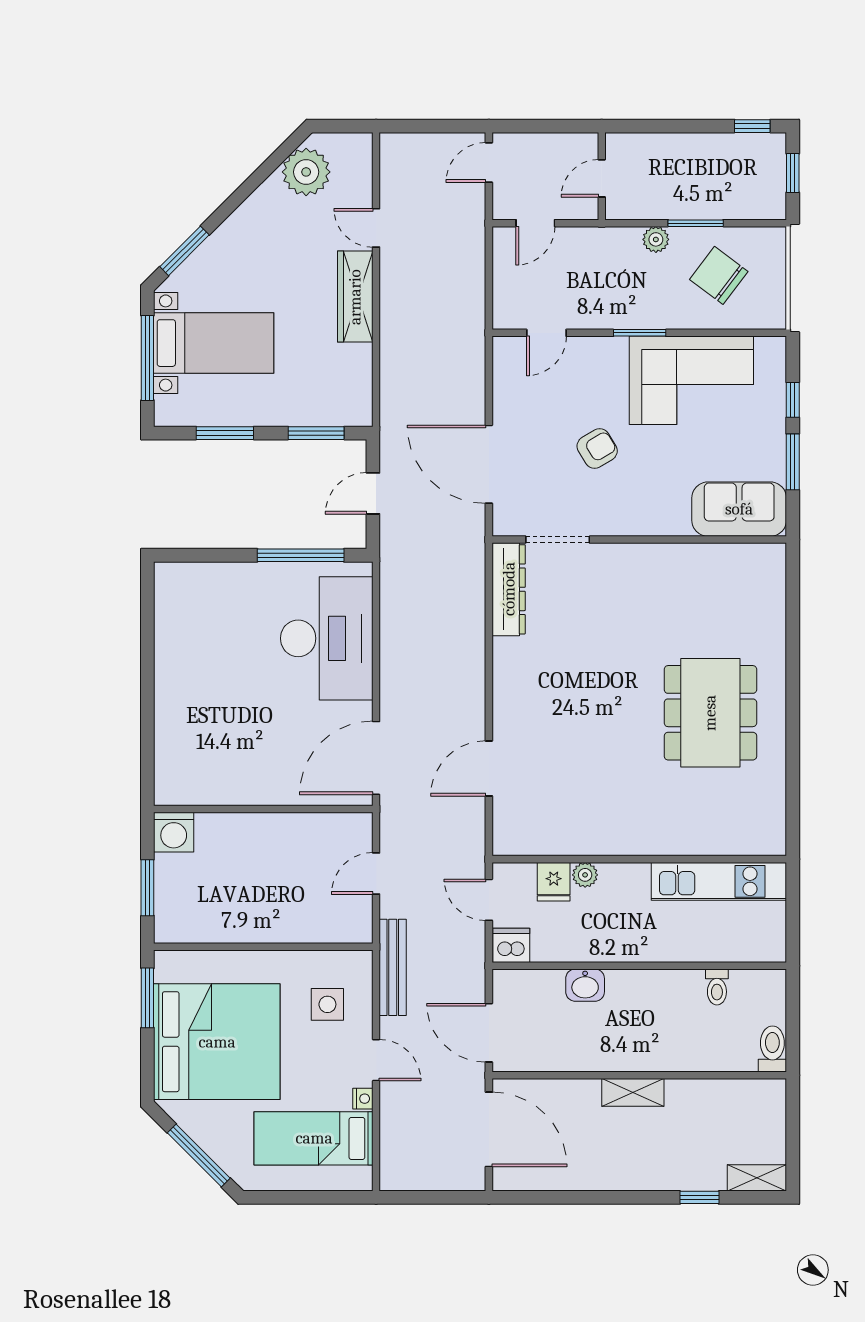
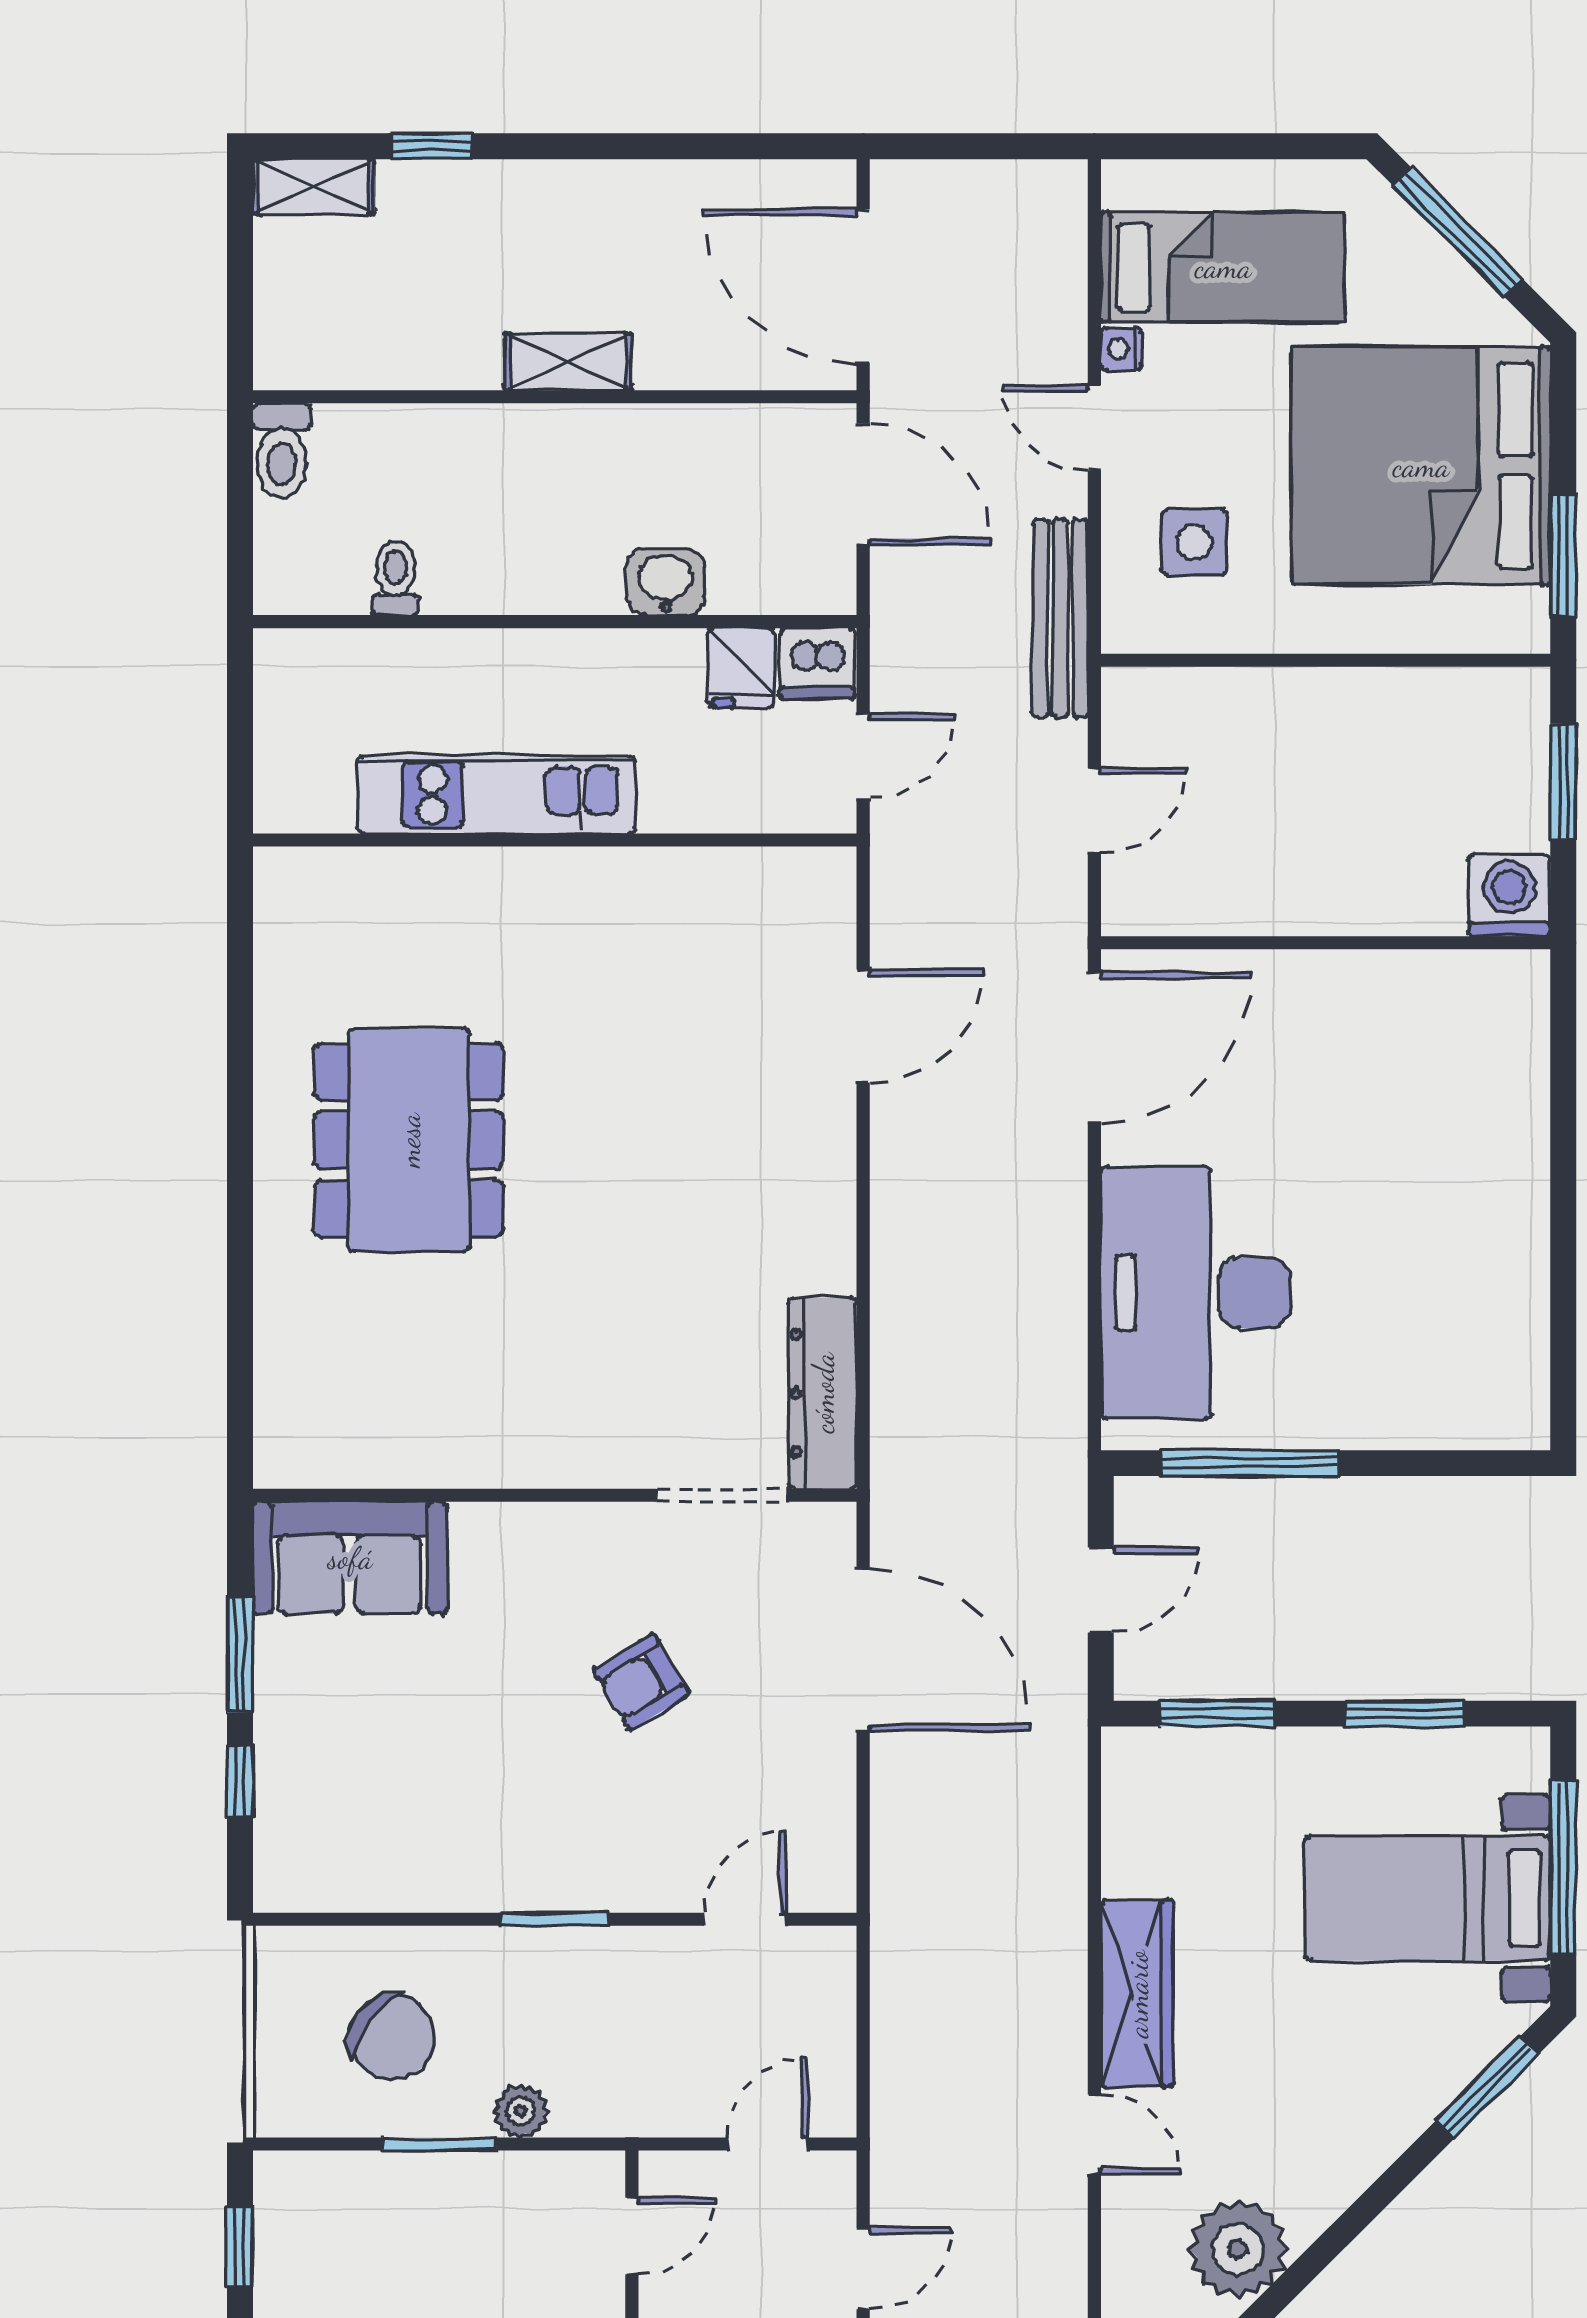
corner sofa: (691, 380) -> (448, 1822), removed
plant: (585, 875) -> (666, 808), removed
kitchen unit: (719, 881) -> (496, 795), moved
fridge: (554, 882) -> (741, 668), moved, turned 180
door: (489, 900) -> (863, 757), hinge flipped

